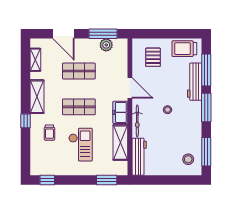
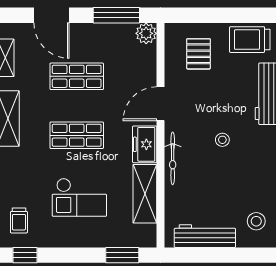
plant: (106, 45) -> (146, 33), moved
door: (130, 88) -> (160, 104), swing flipped
trolley: (49, 133) -> (19, 220), moved
checkout: (80, 145) -> (79, 197), turned 90
workbench: (139, 157) -> (205, 236), moved, turned -90

